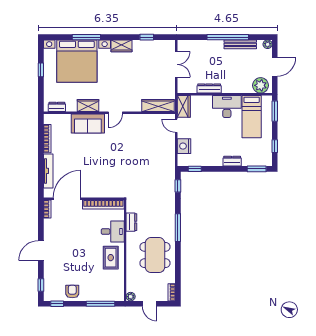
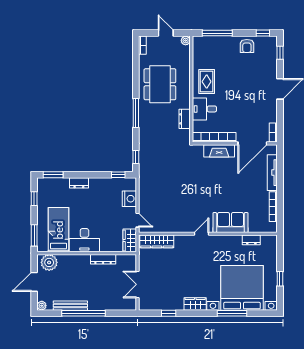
wardrobe: (88, 105) -> (230, 241), removed
dresser: (57, 107) -> (251, 240), moved
fireplace: (99, 192) -> (219, 151), added

